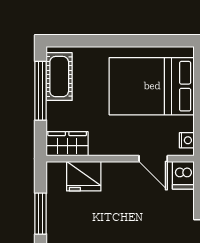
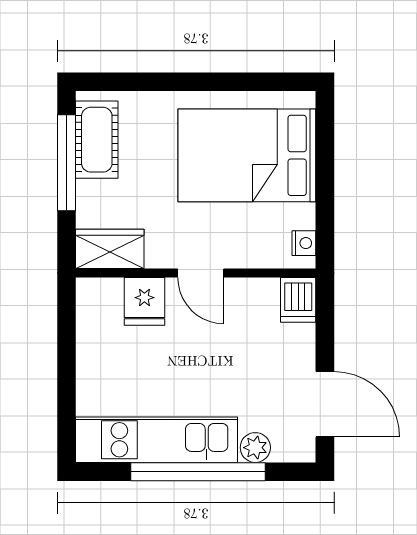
door: (153, 159) -> (201, 273), moved
fridge: (84, 176) -> (144, 301), width x0.72
window: (41, 214) -> (67, 362), removed

